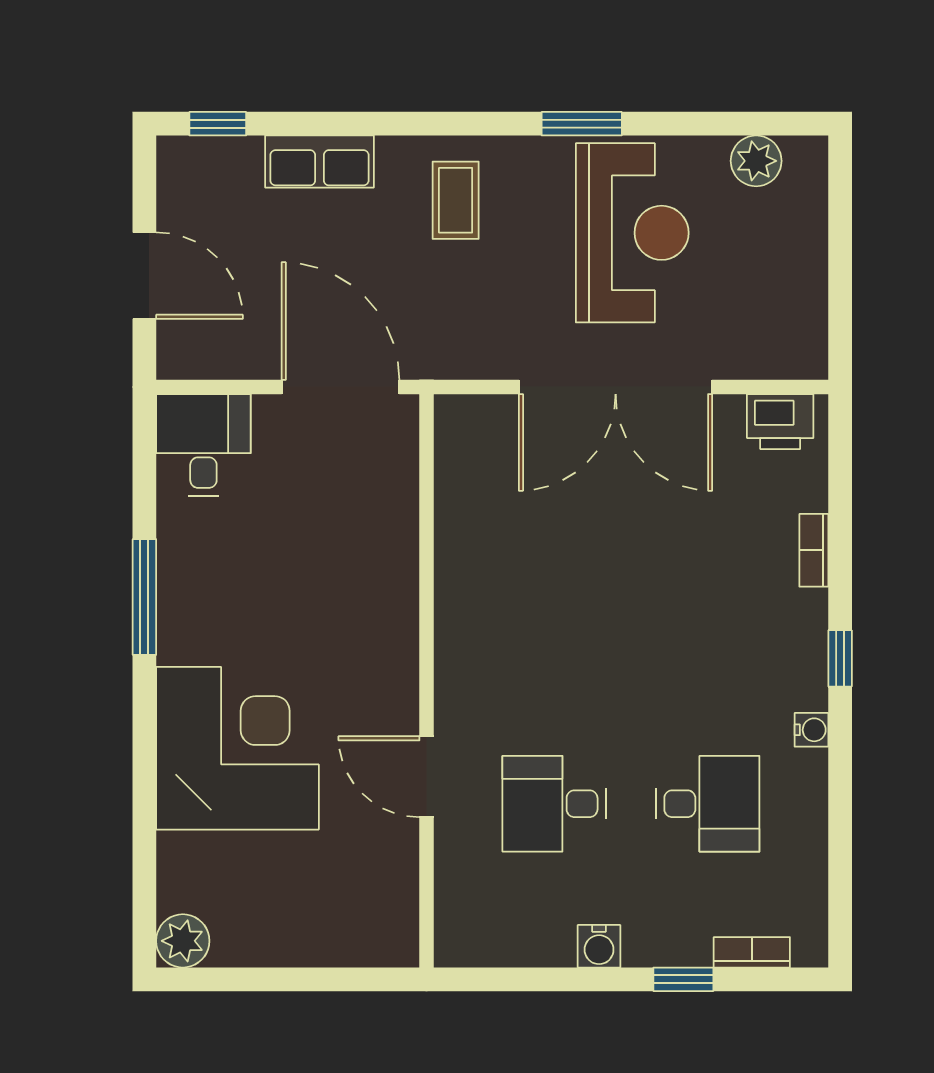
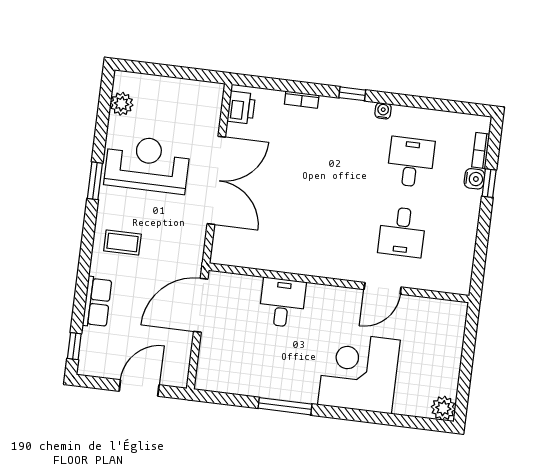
desk: (203, 445) -> (282, 303), moved, turned 90
water cooler: (599, 946) -> (474, 179), moved

